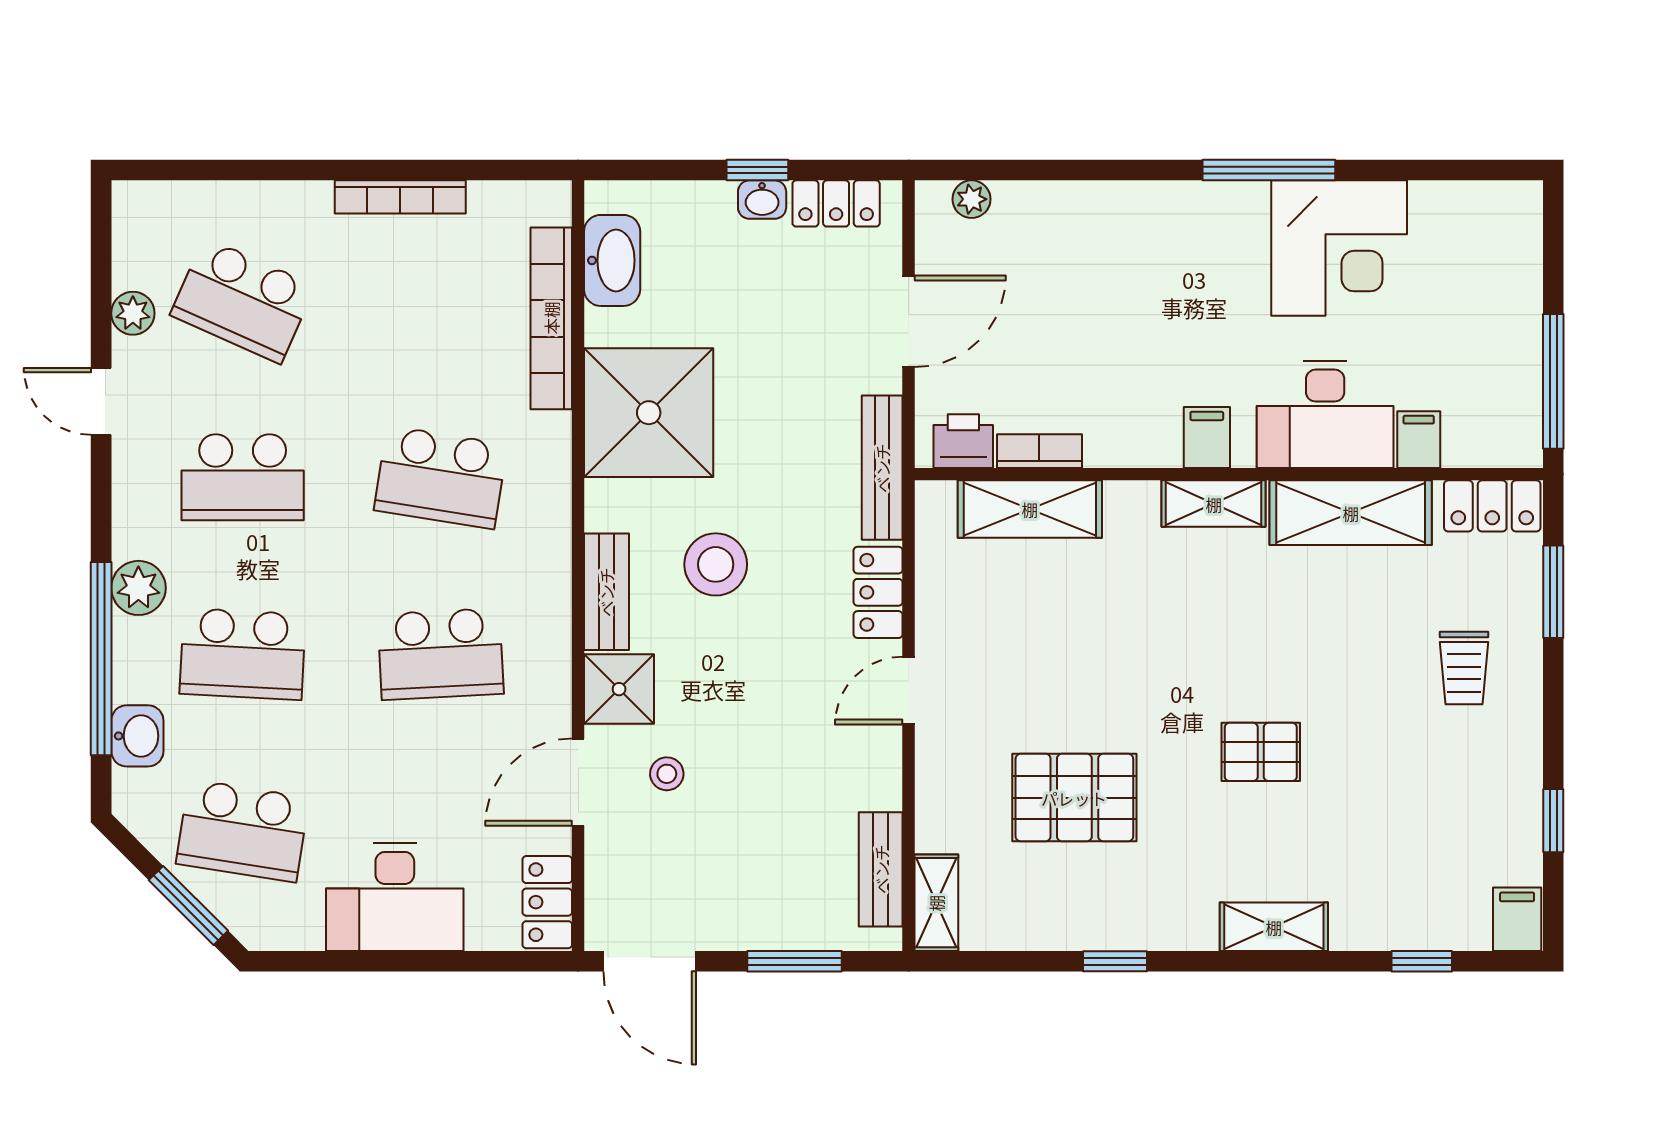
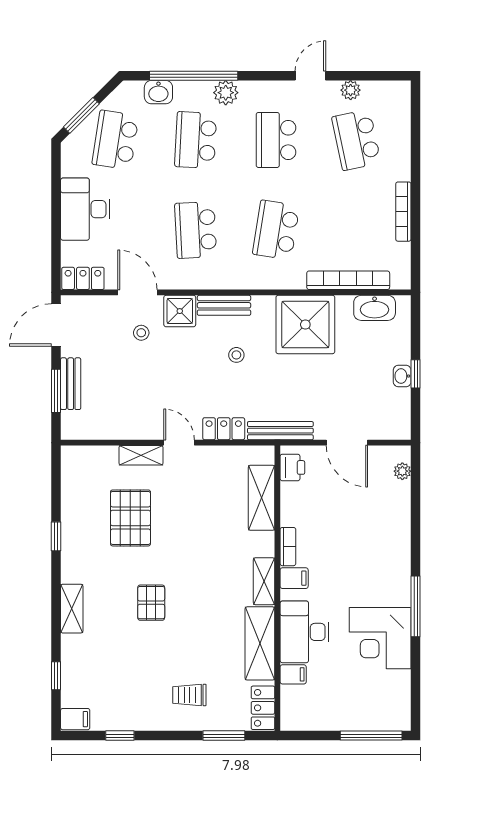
locker: (836, 203) -> (400, 410), removed
school desk: (243, 301) -> (356, 140), turned -36
window: (1553, 381) -> (371, 736), moved
bookcase: (1039, 451) -> (288, 547), moved
stool: (716, 564) -> (236, 355), width x0.53, depth x0.53
bench: (881, 869) -> (71, 384), moved, turned 90
shelving: (936, 903) -> (141, 455), moved

